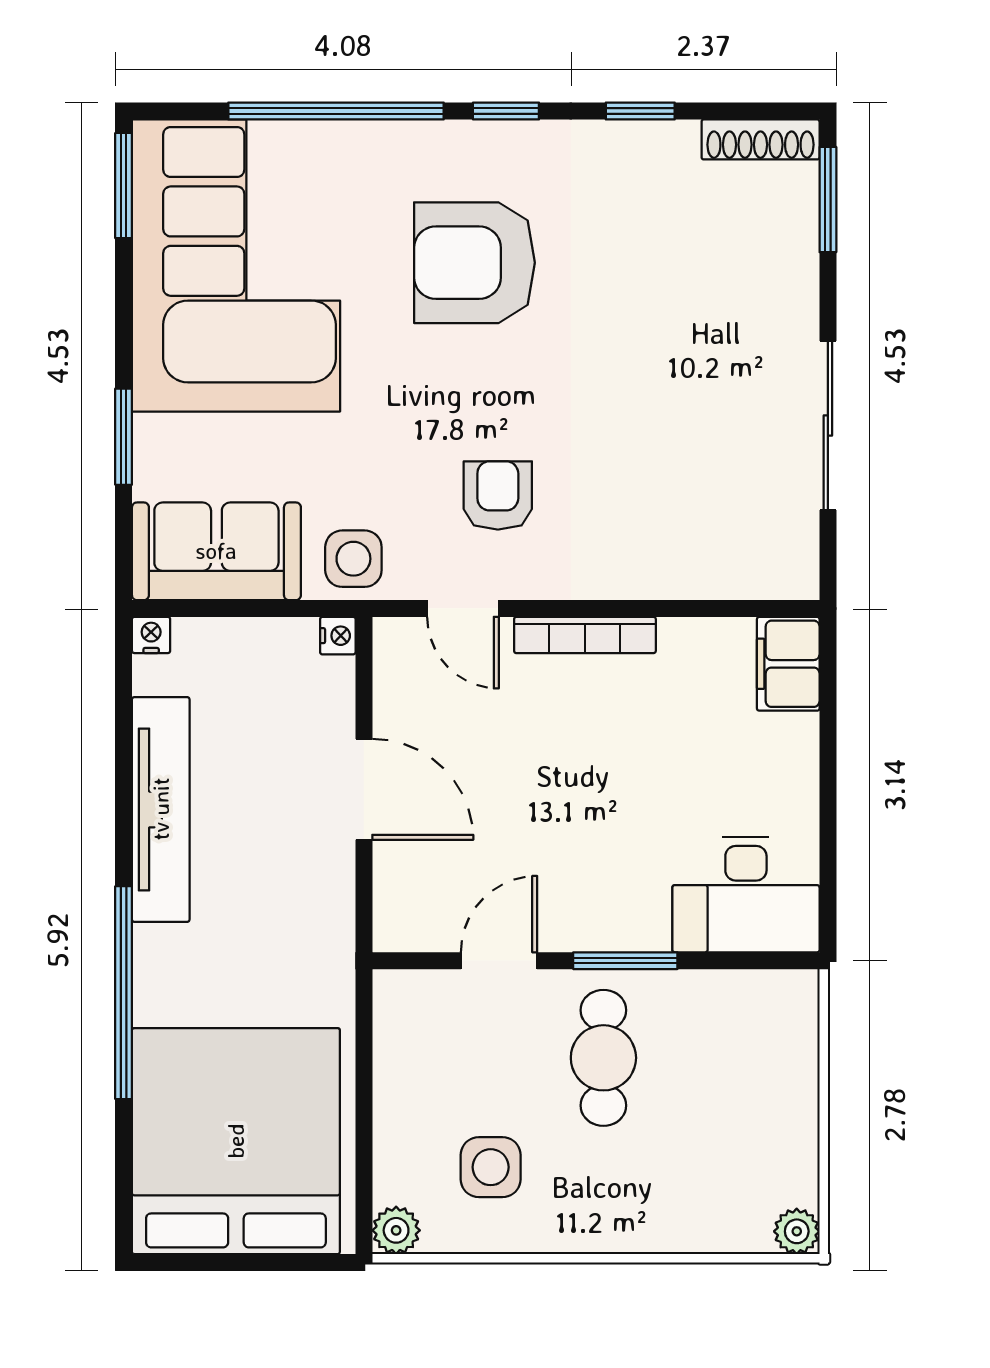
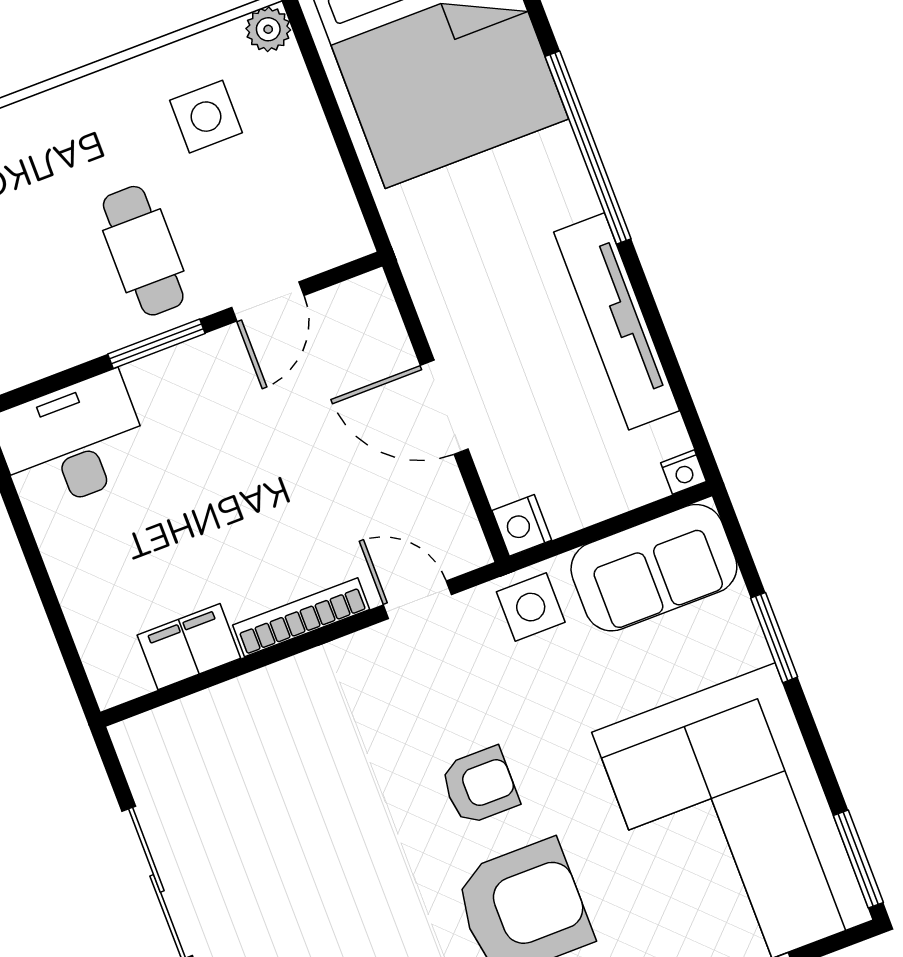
armchair: (498, 495) -> (480, 786), moved, turned -90
nightstand: (338, 636) -> (522, 525), width x1.39, depth x1.35
filing cabinet: (788, 664) -> (189, 647), moved, turned -90

